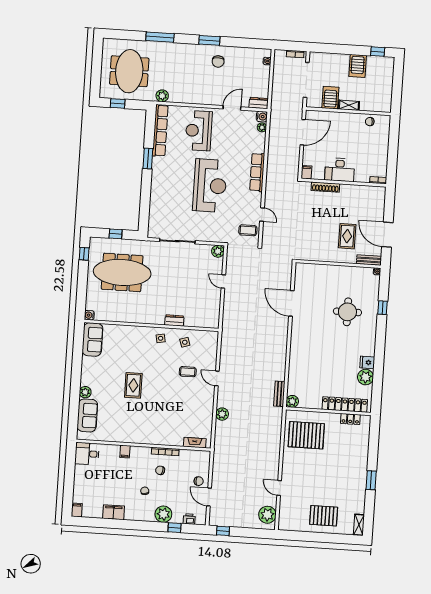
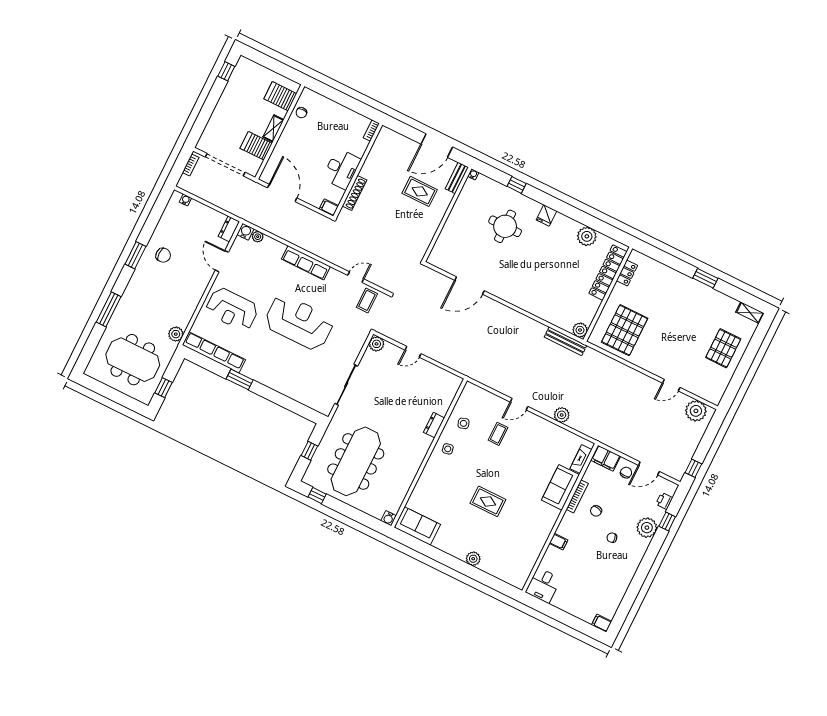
server rack: (358, 66) -> (280, 96), moved, turned 180
fridge: (367, 362) -> (546, 215), moved
bench: (279, 394) -> (565, 341), width x1.36
sofa: (87, 415) -> (560, 487), moved, turned -90
filing cabinet: (114, 512) -> (606, 458), moved, turned -90

